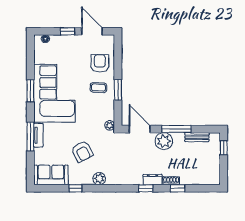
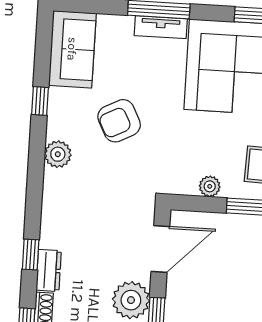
plant: (110, 125) -> (210, 186), moved

